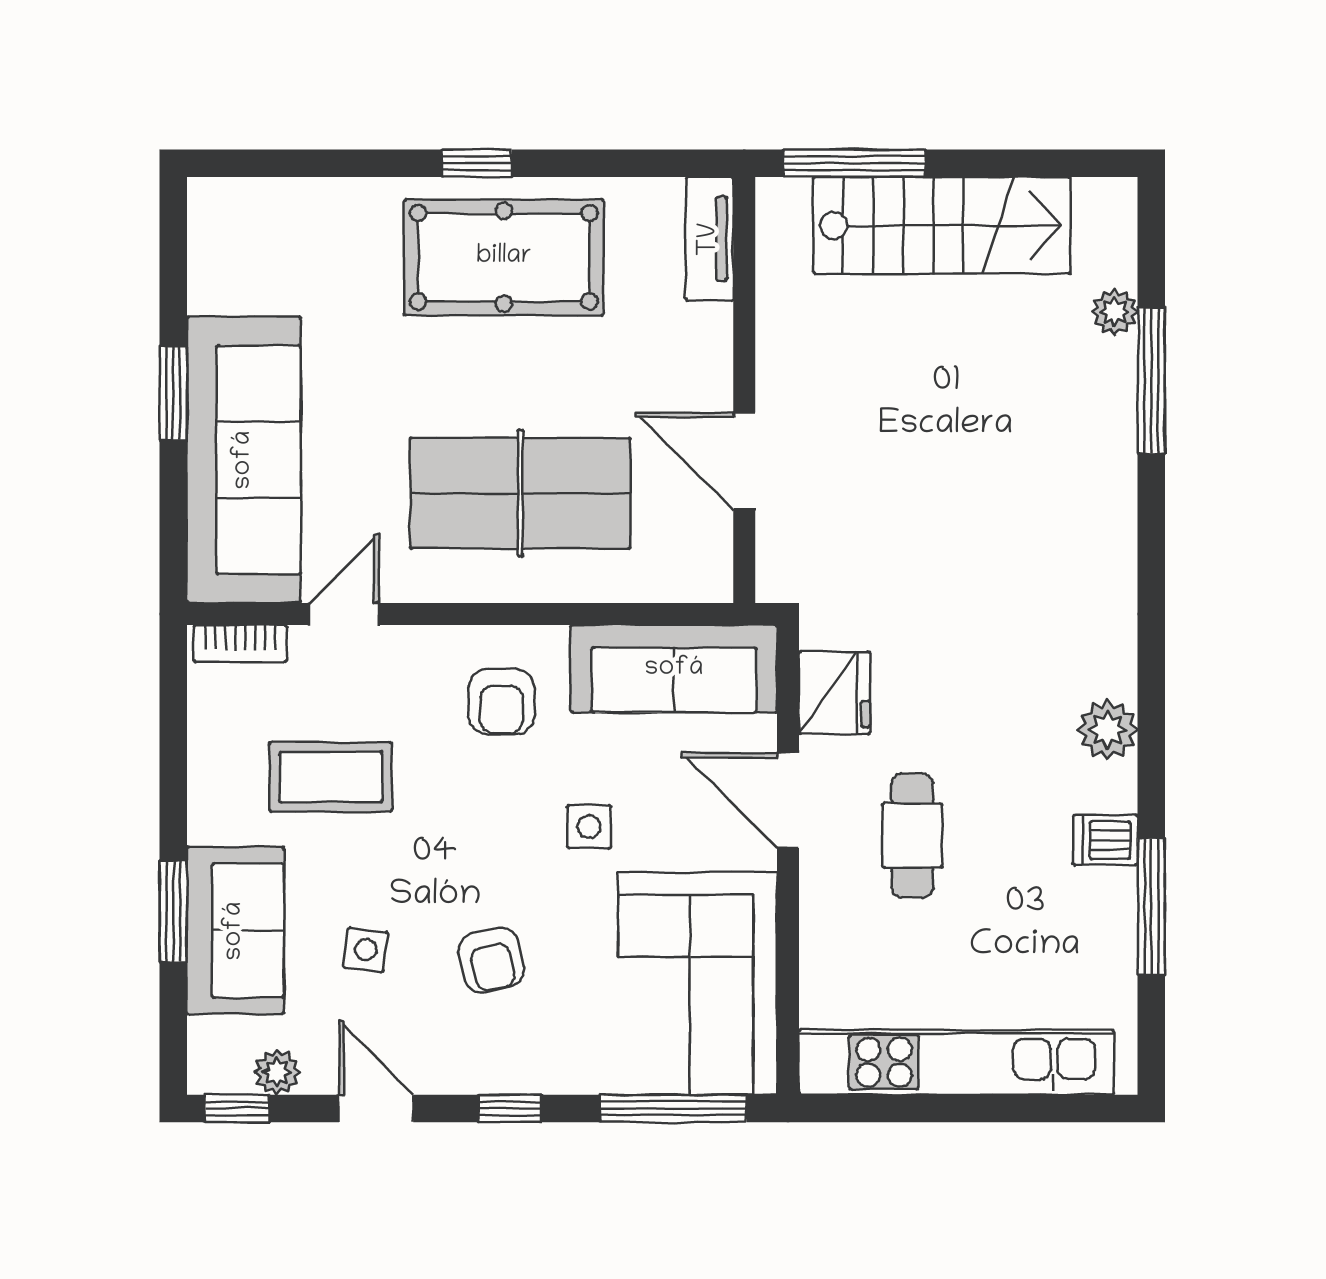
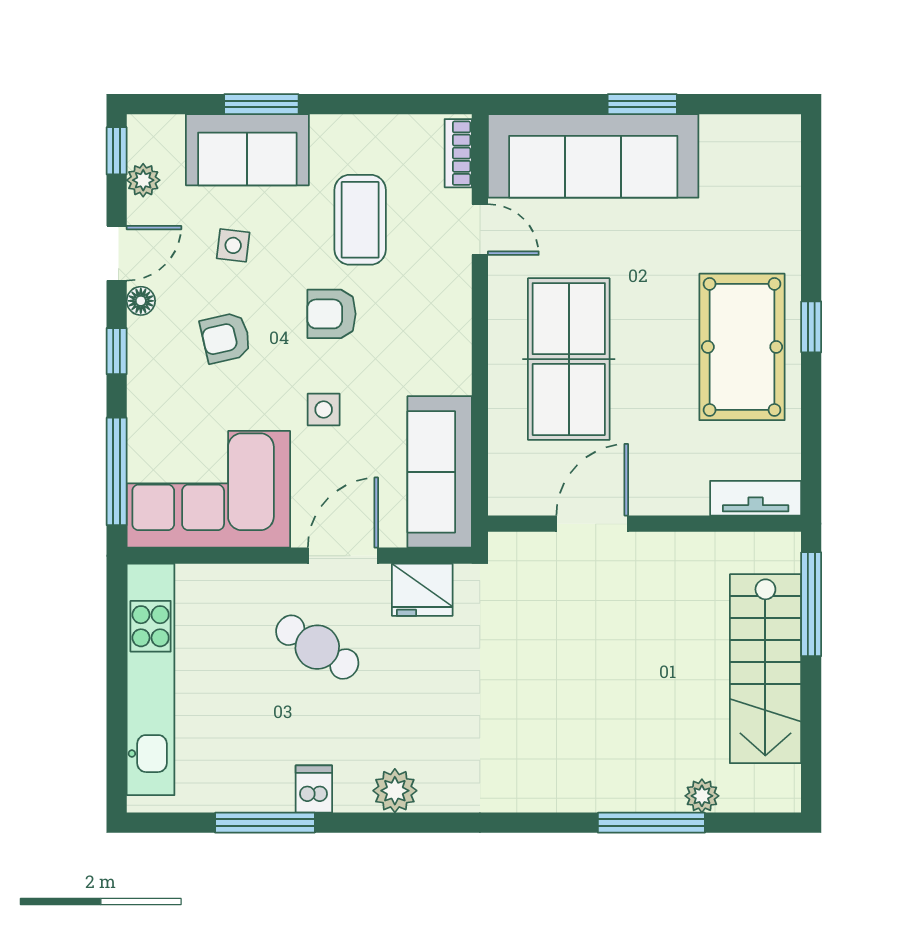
armchair: (502, 702) -> (332, 314), moved
cafe table: (912, 835) -> (317, 647), turned 32
floor lamp: (441, 1075) -> (141, 301), added

